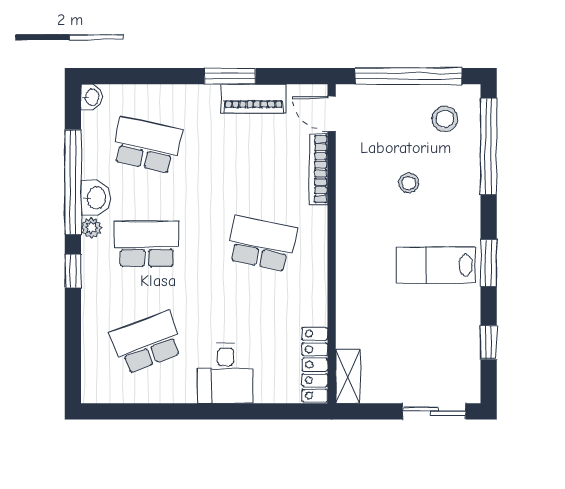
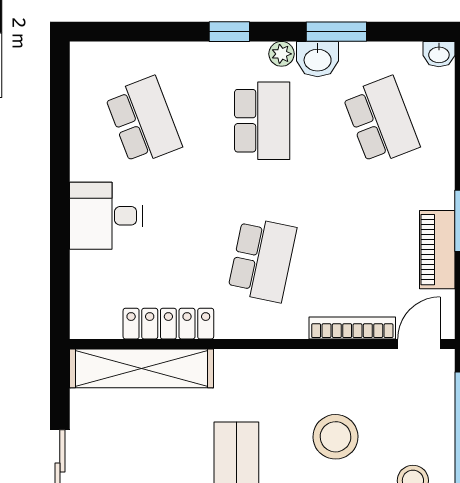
school desk: (147, 145) -> (381, 121), turned -33
window: (73, 182) -> (336, 32), width x0.47
stool: (409, 183) -> (336, 437), width x1.89, depth x1.89
locker: (315, 365) -> (168, 324), moved
shelving: (348, 376) -> (141, 368), width x2.20, depth x1.33

